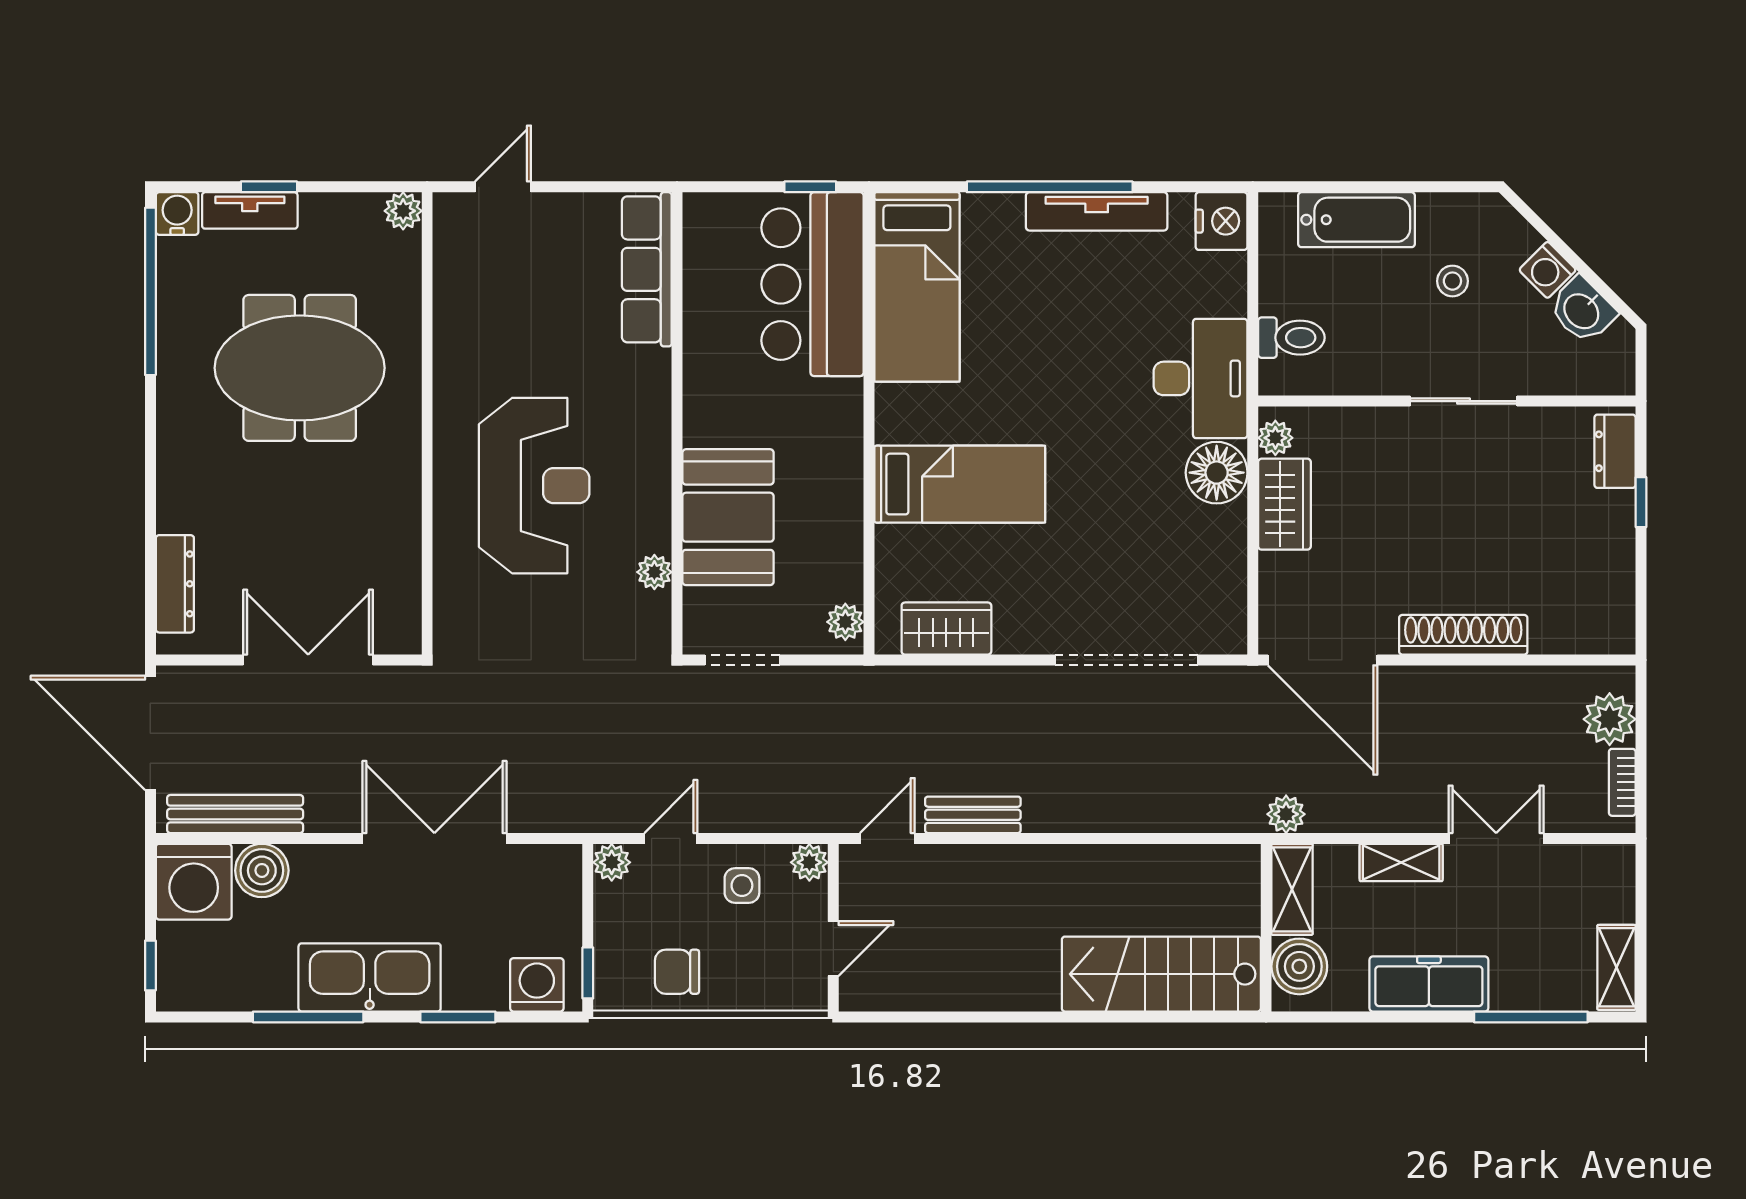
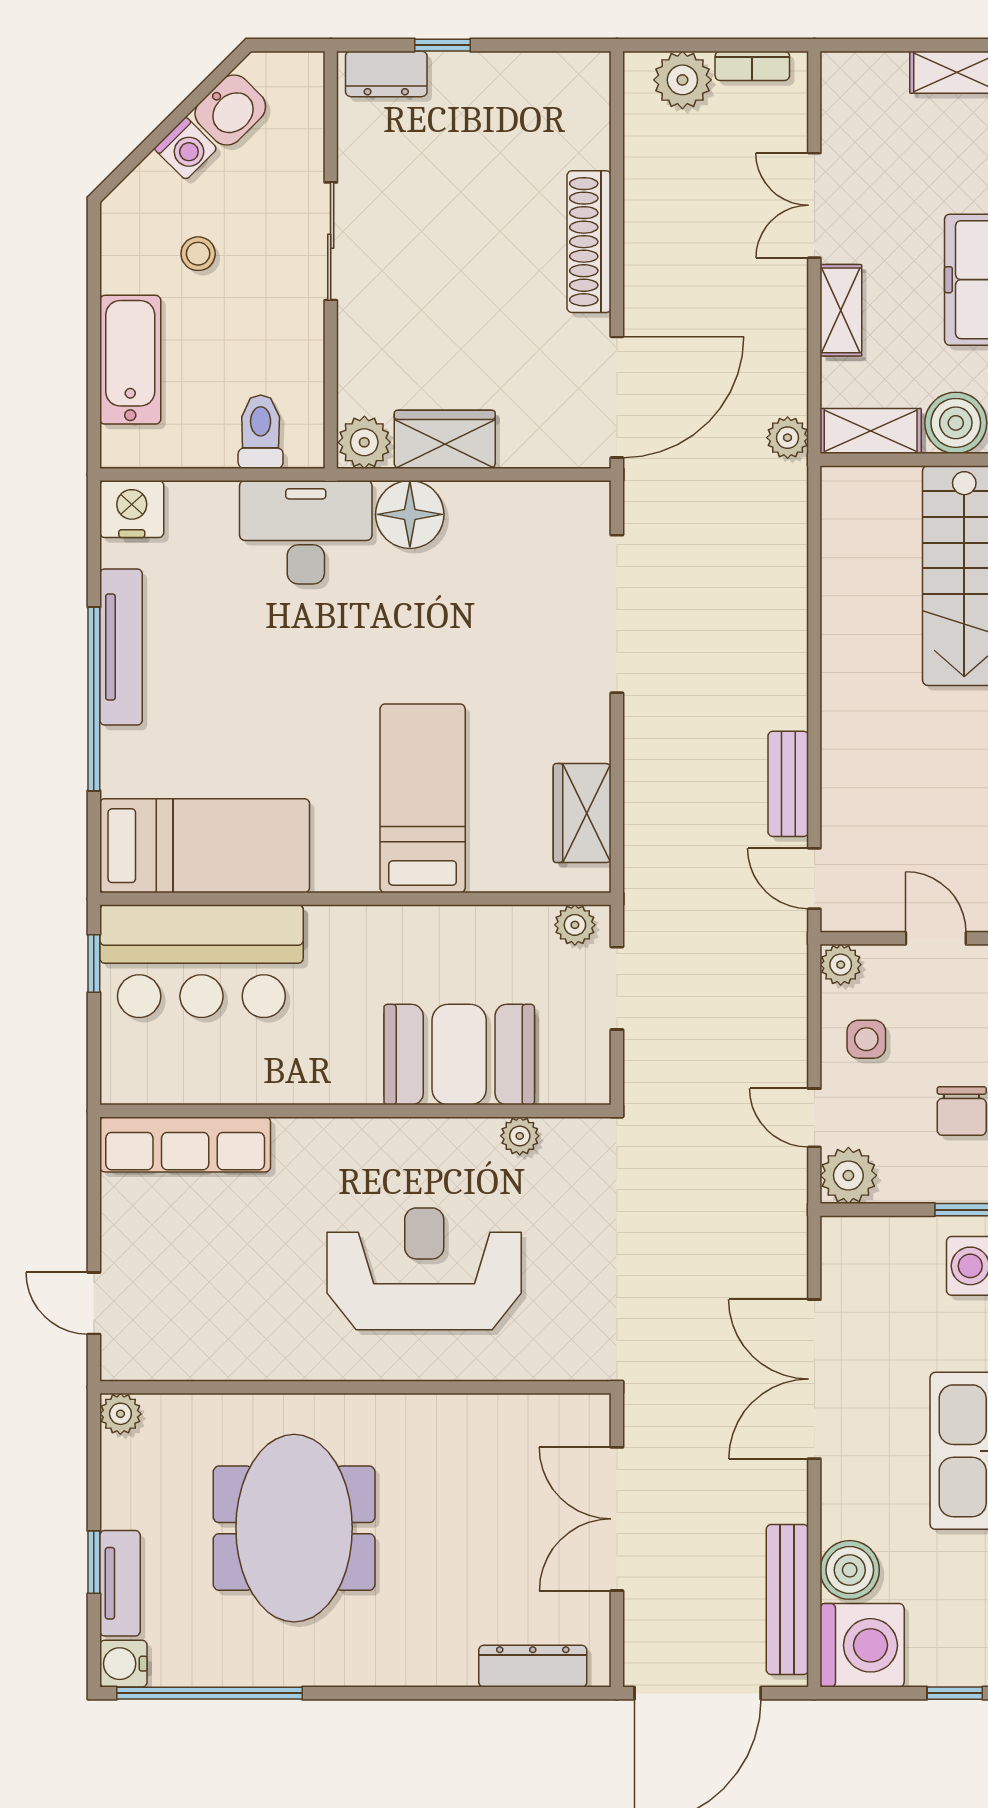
plant: (1275, 438) -> (364, 442), width x1.38, depth x1.38
doorway: (742, 660) -> (617, 988), moved
plant: (612, 862) -> (848, 1175), width x1.38, depth x1.38

